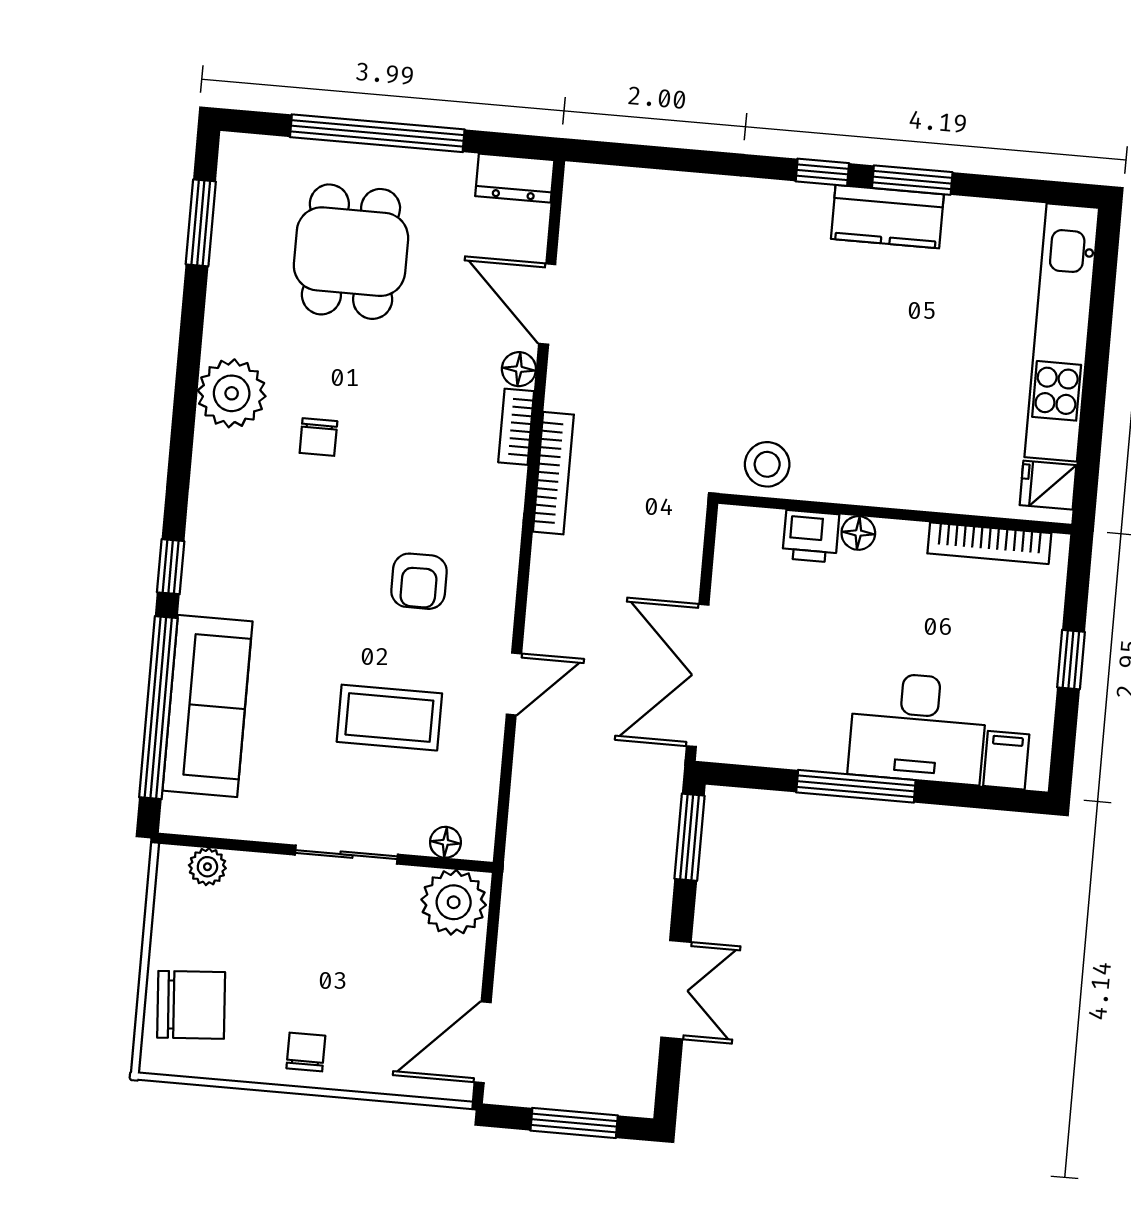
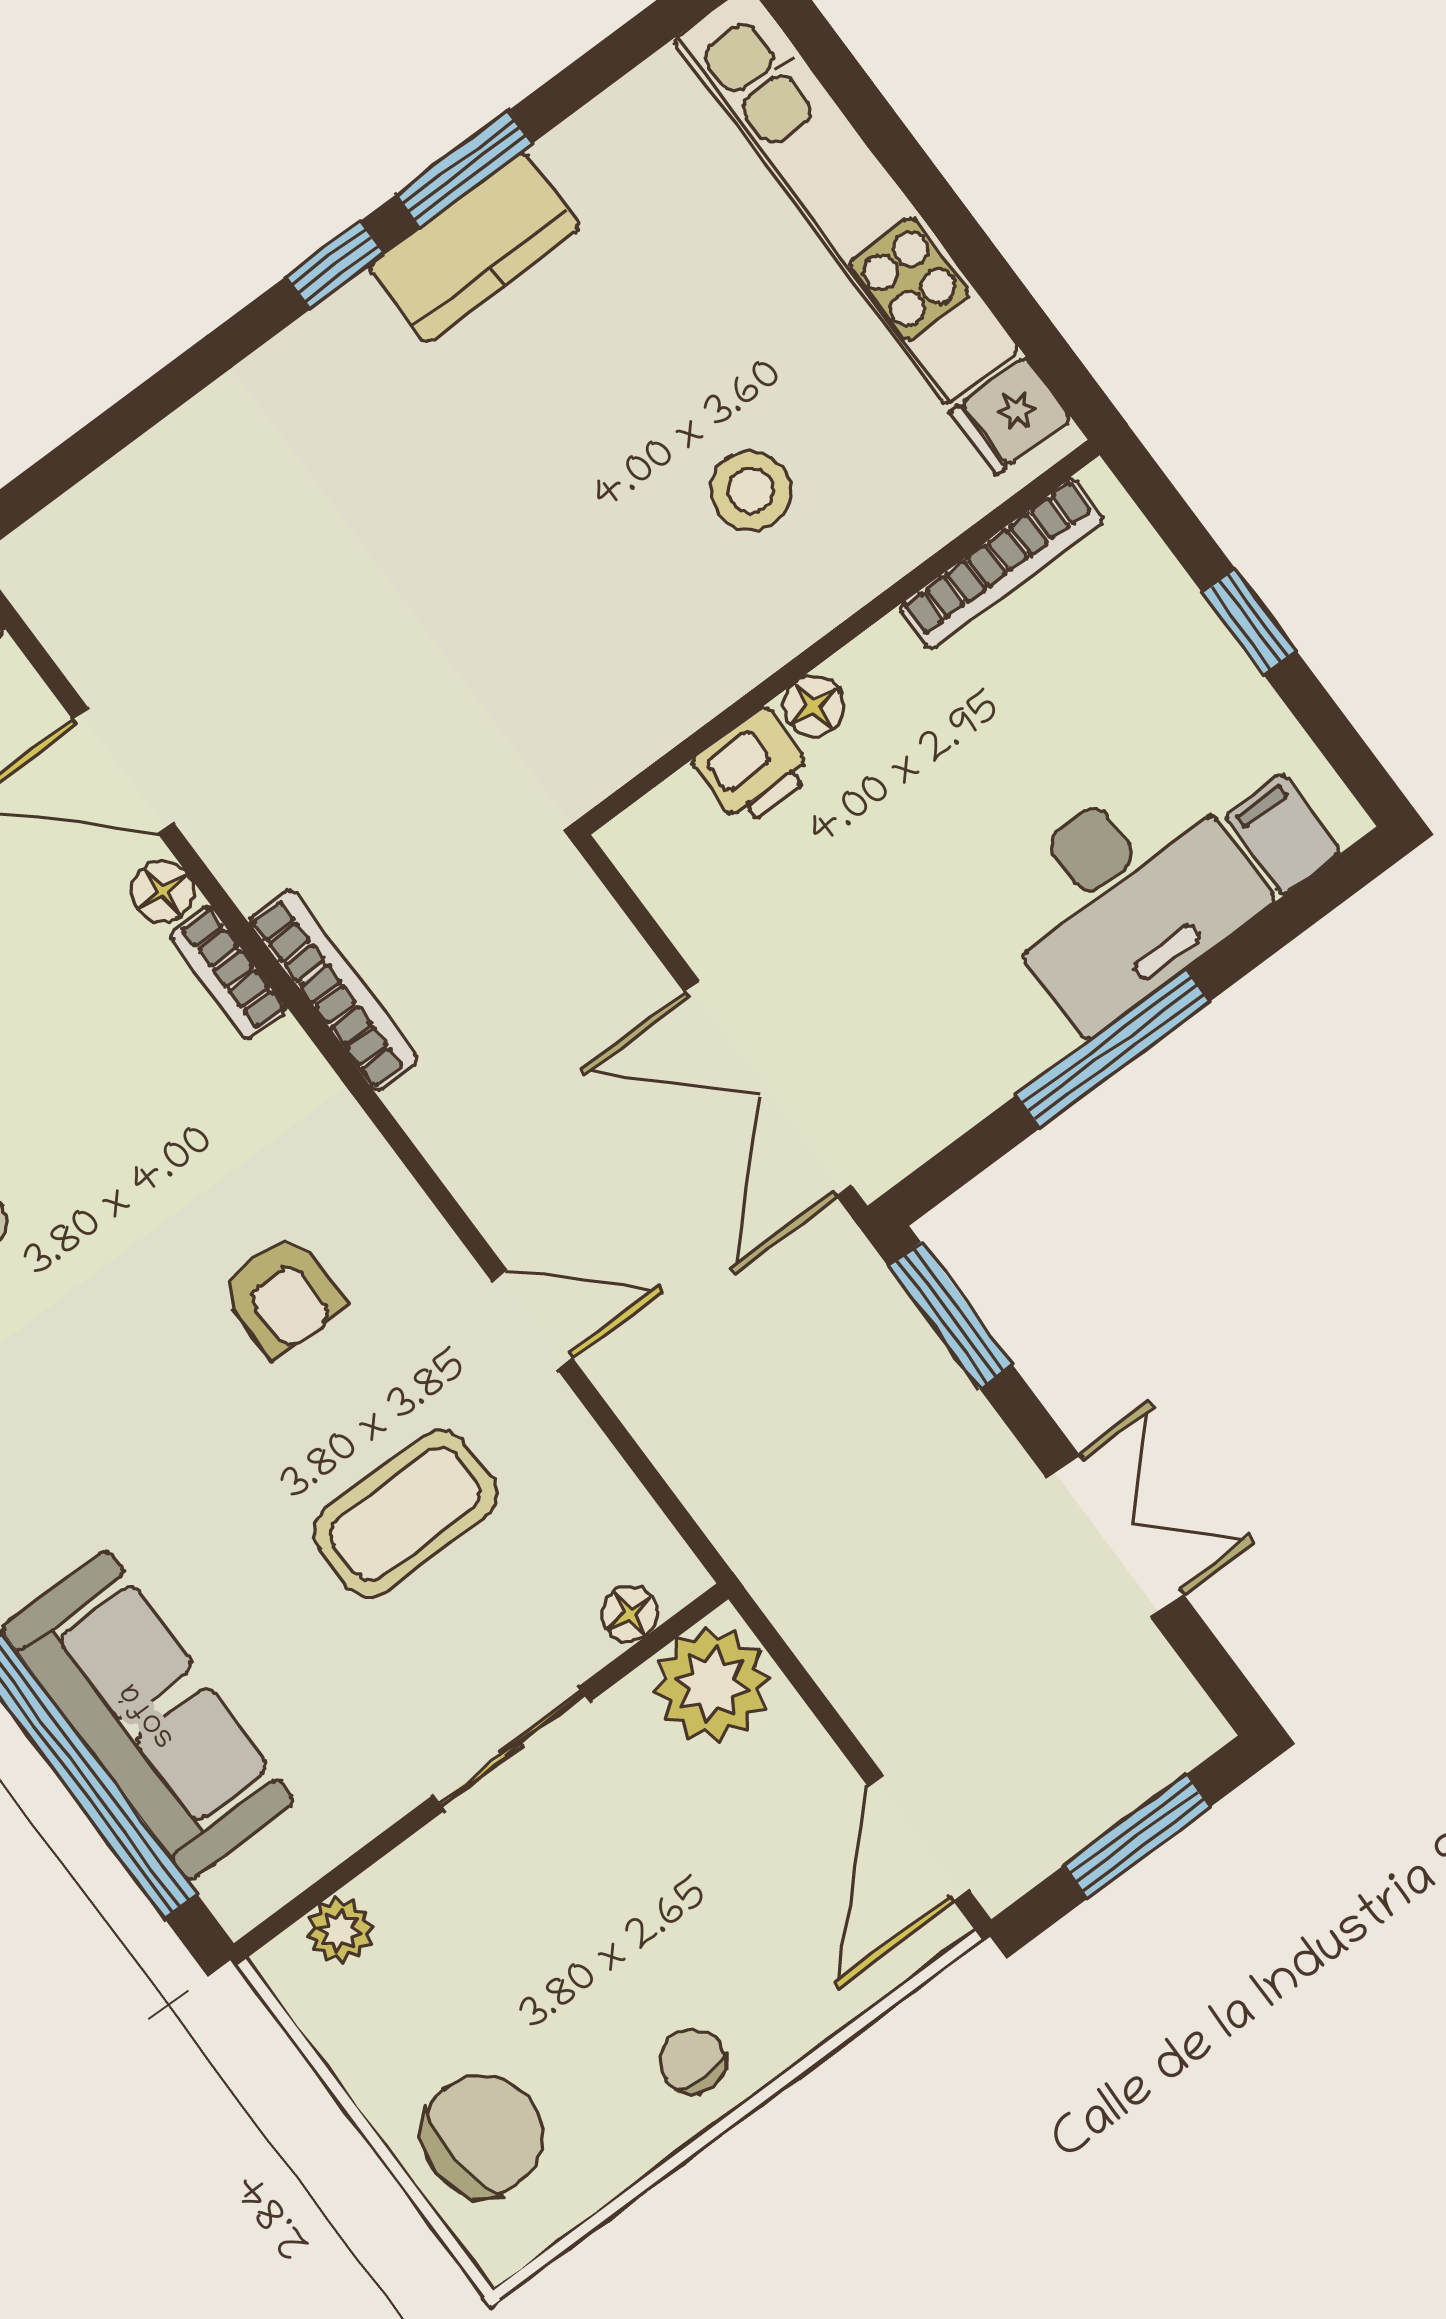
stool: (767, 464) -> (751, 491), moved
door: (514, 684) -> (532, 1320), hinge flipped

